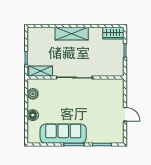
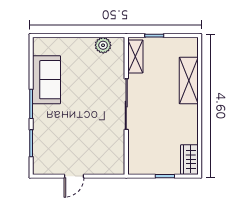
shelving: (72, 34) -> (189, 80), moved
floor lamp: (33, 115) -> (73, 45), removed
sofa: (63, 134) -> (47, 80), width x0.73

